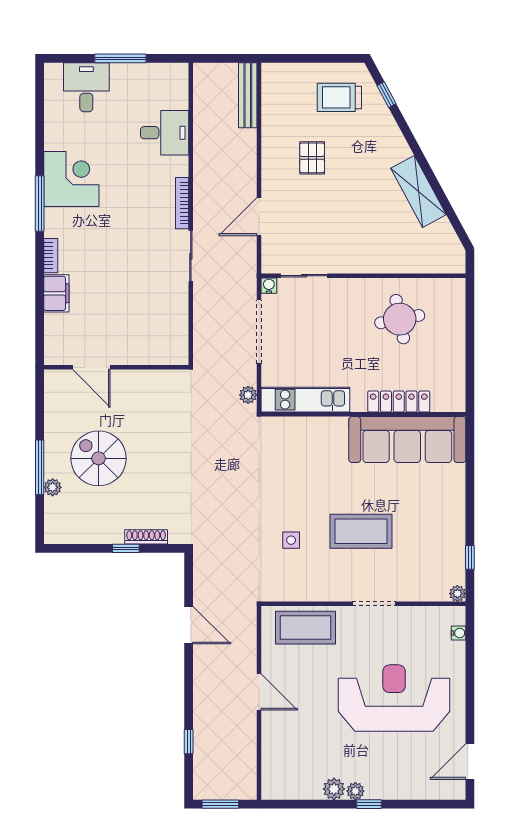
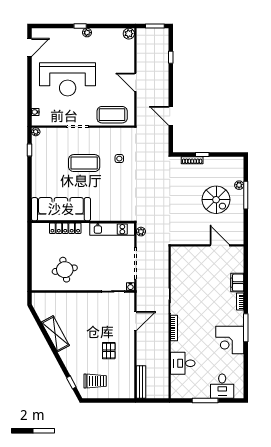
plant: (334, 789) -> (129, 34), moved

